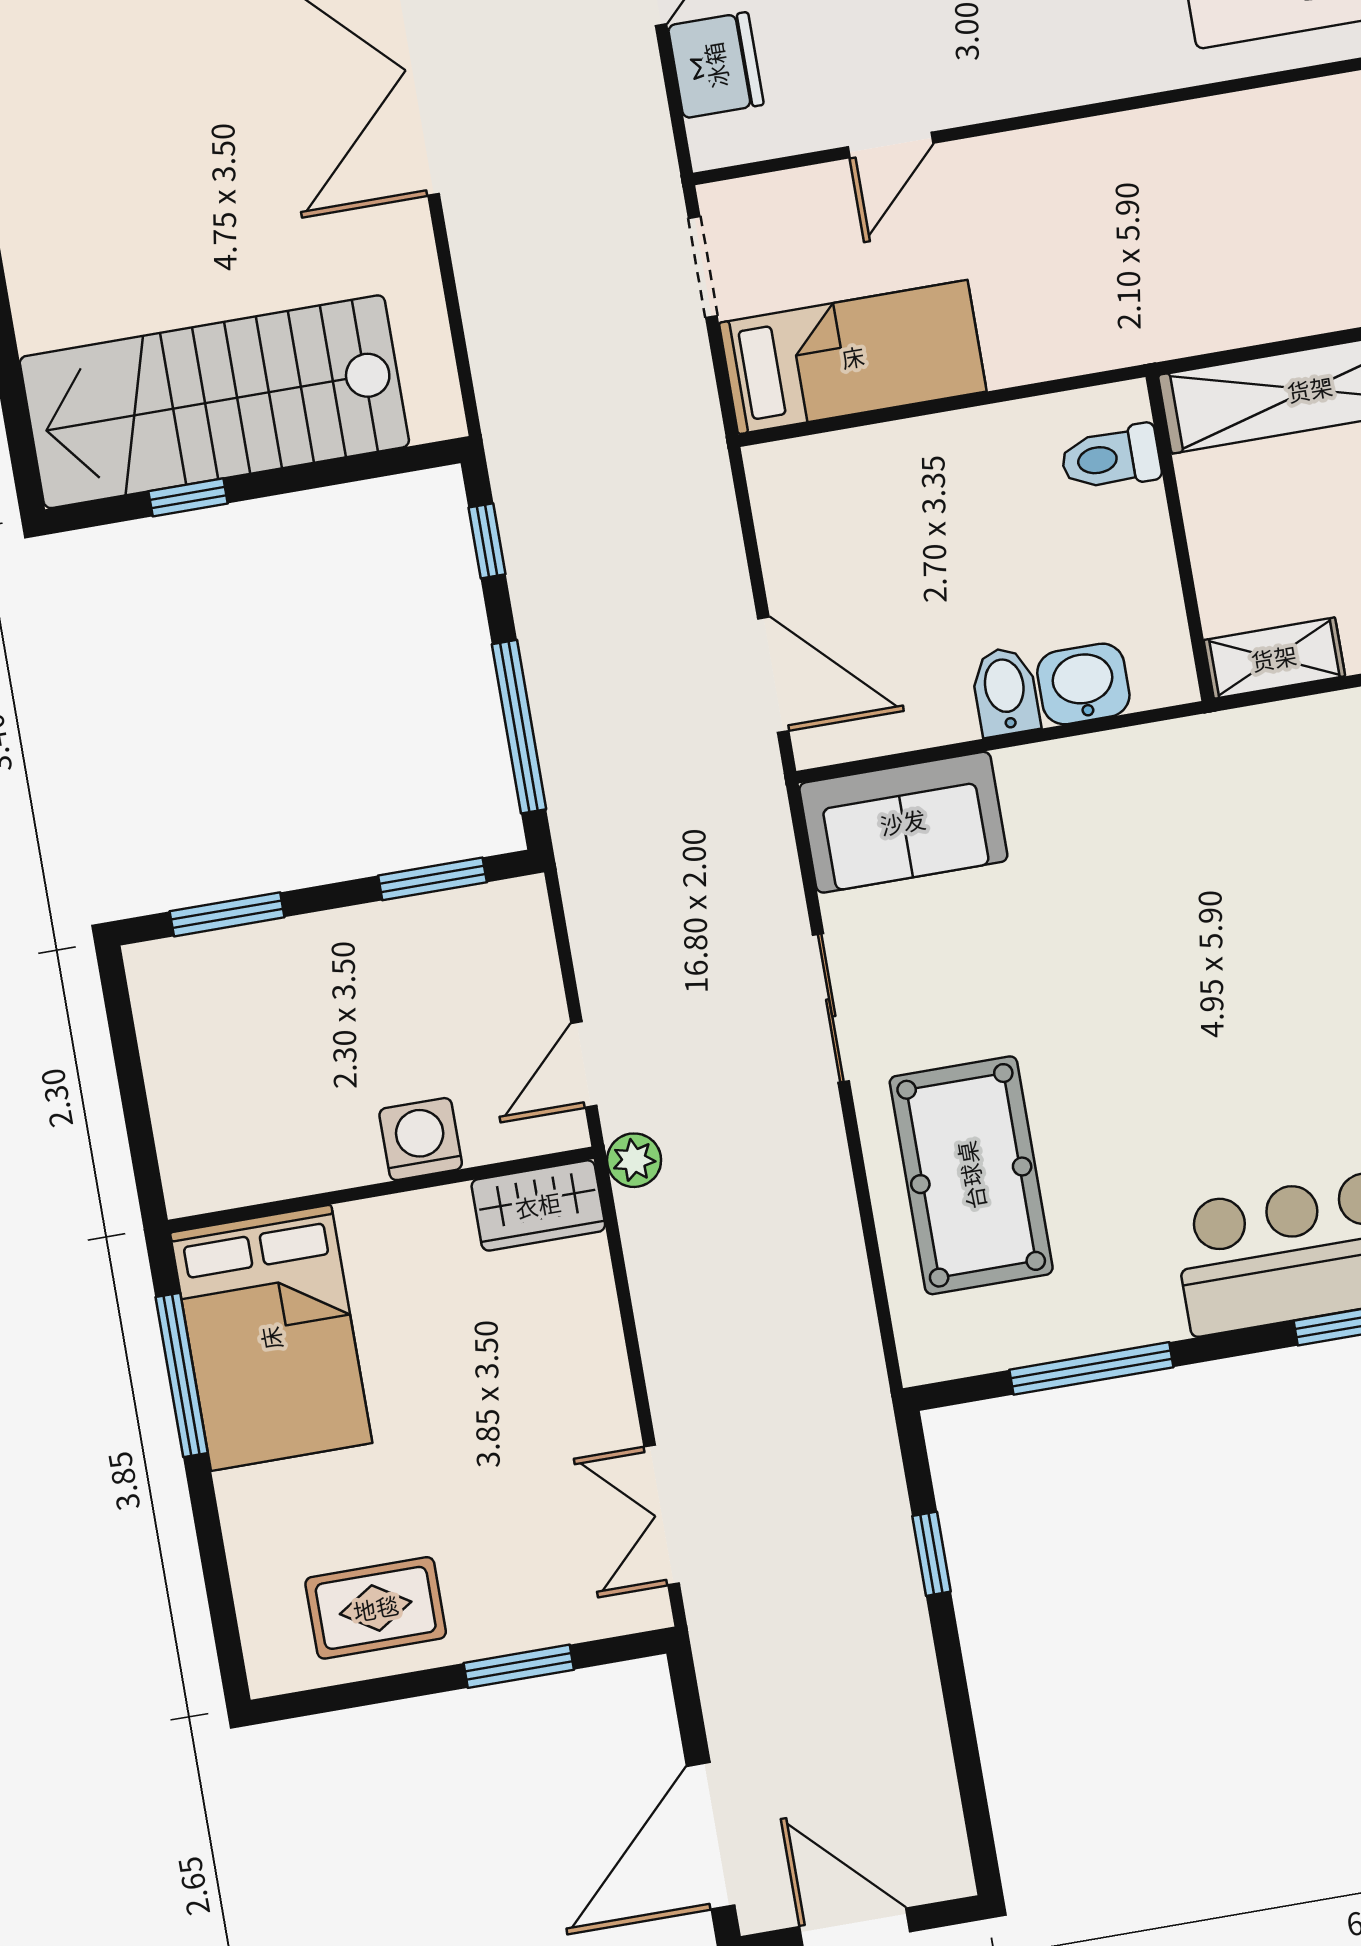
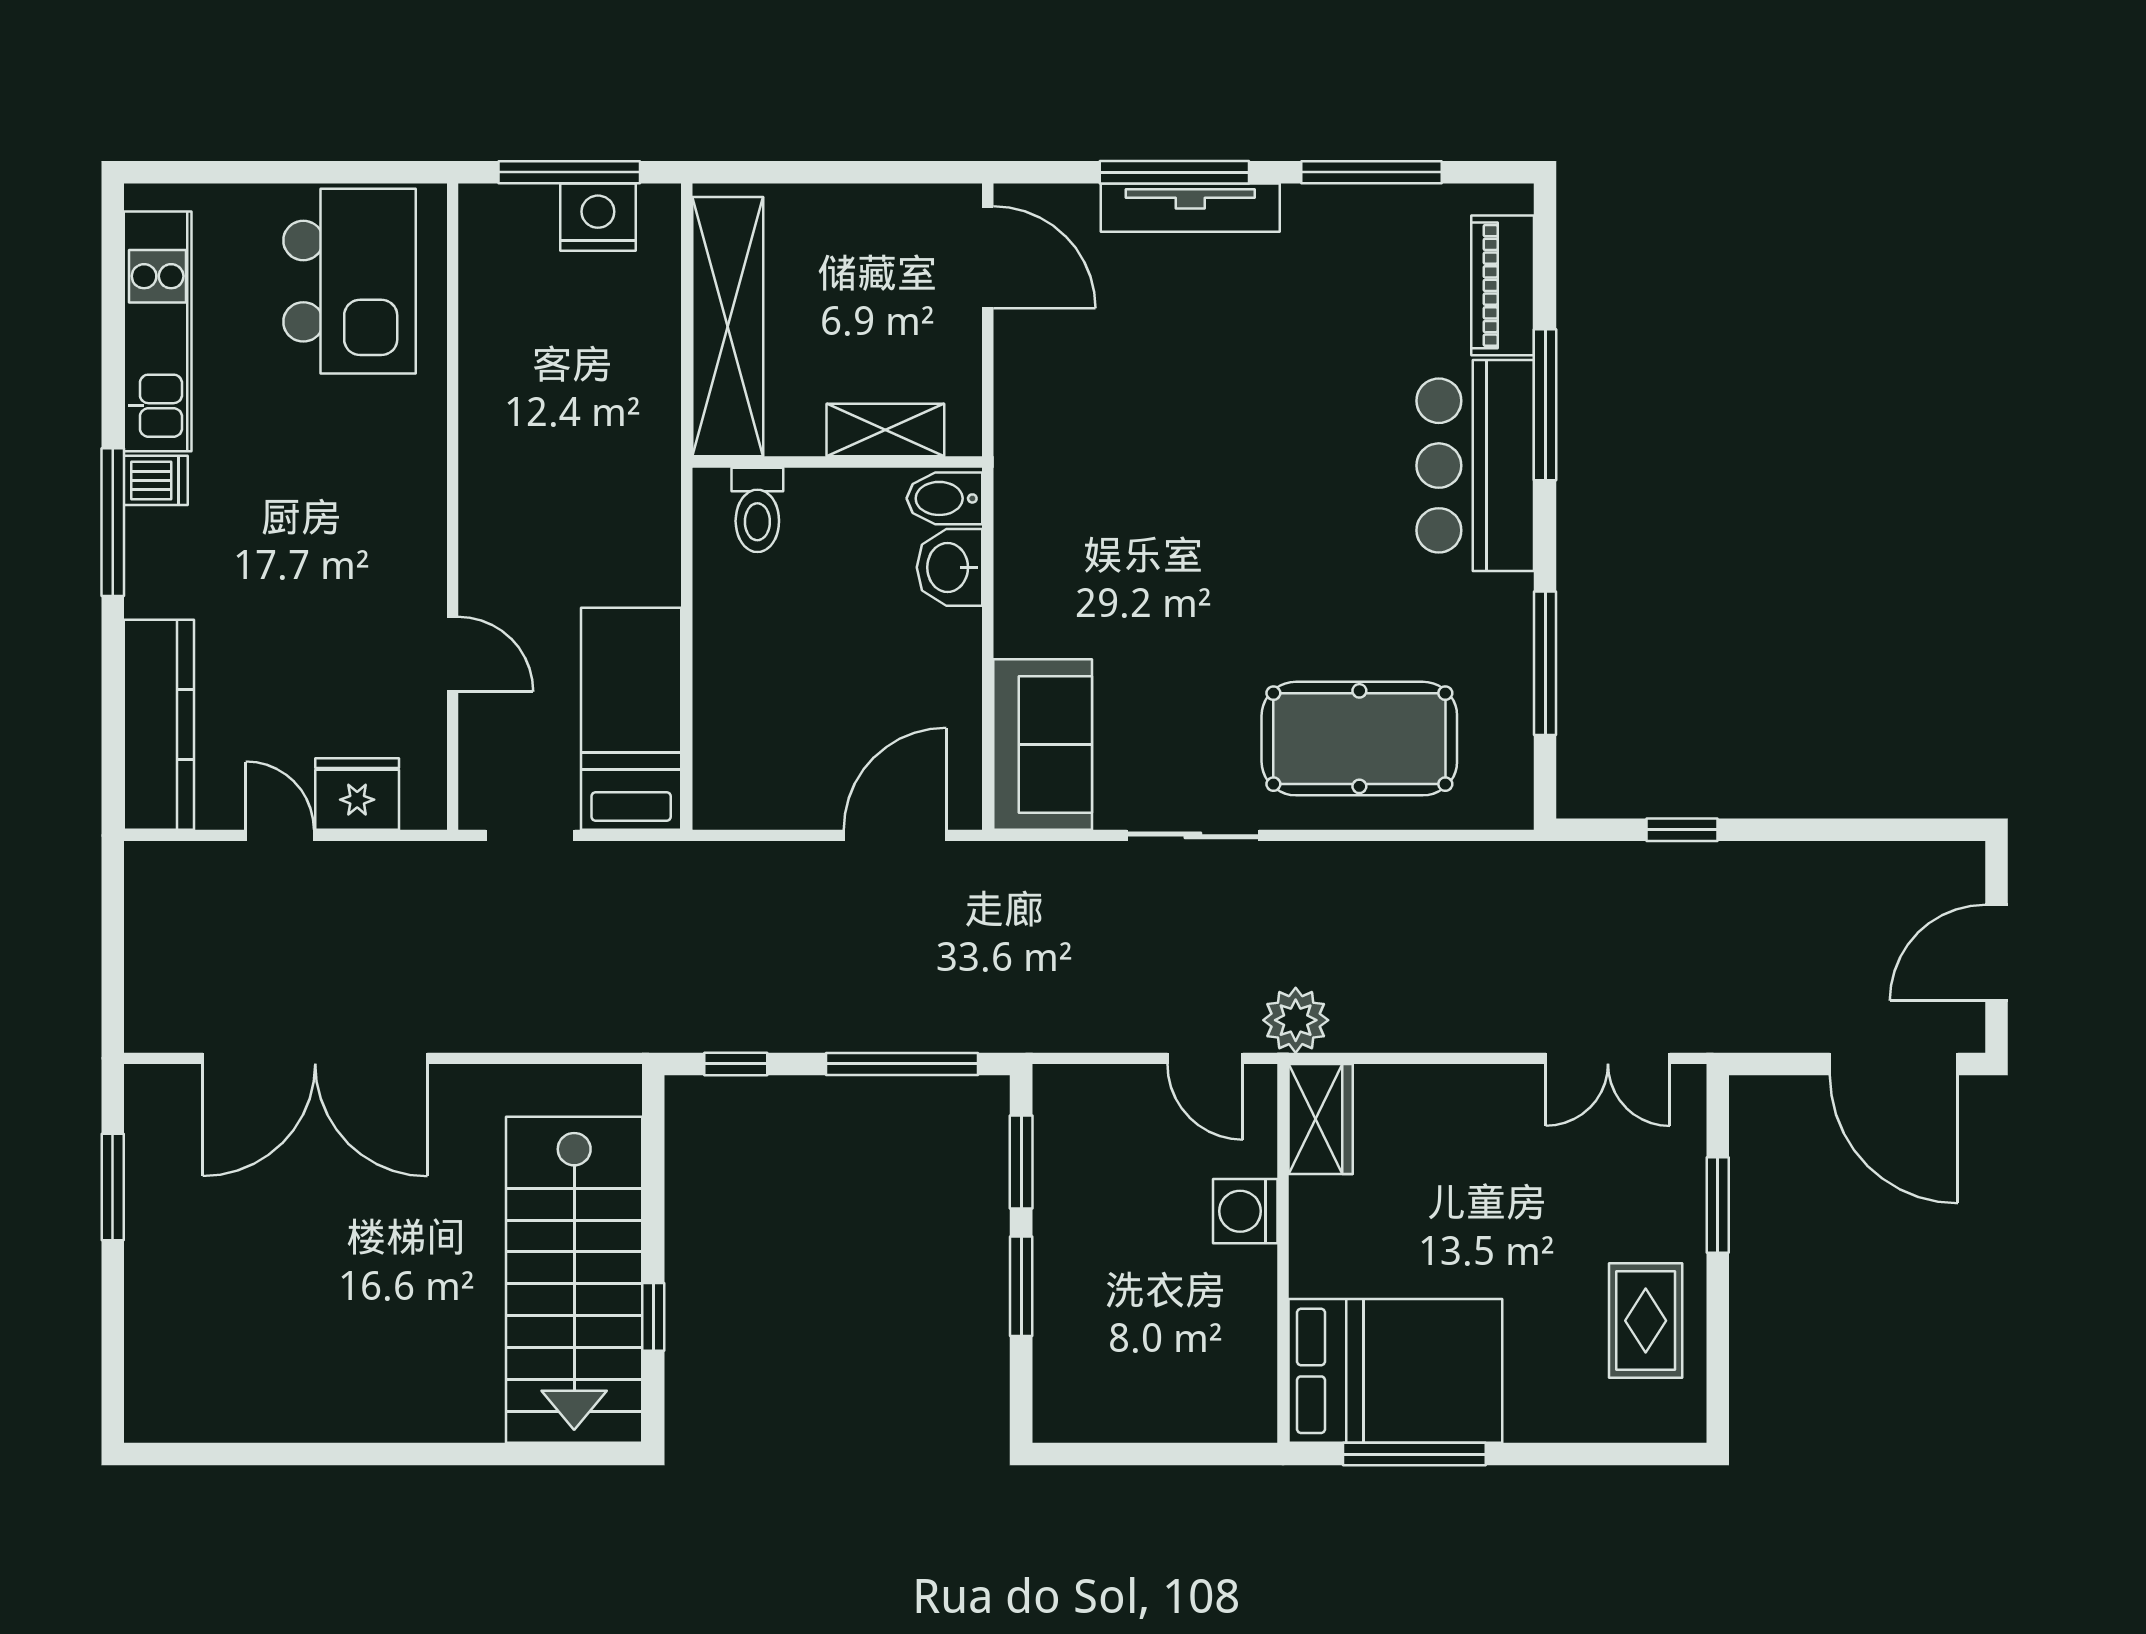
shelving: (1274, 658) -> (885, 430), moved, turned 90
bidet: (1005, 692) -> (944, 498), moved
window: (227, 914) -> (1021, 1286), moved
plant: (634, 1160) -> (1296, 1020), width x1.38, depth x1.38

